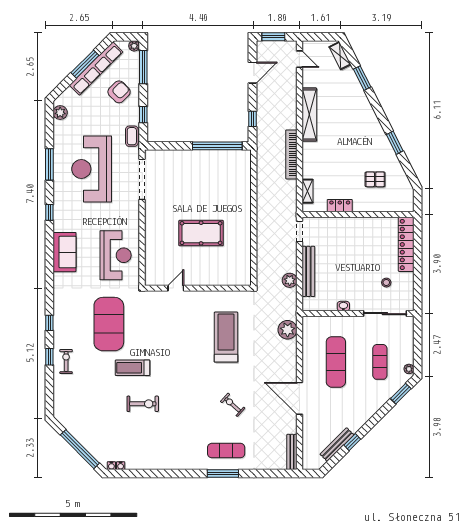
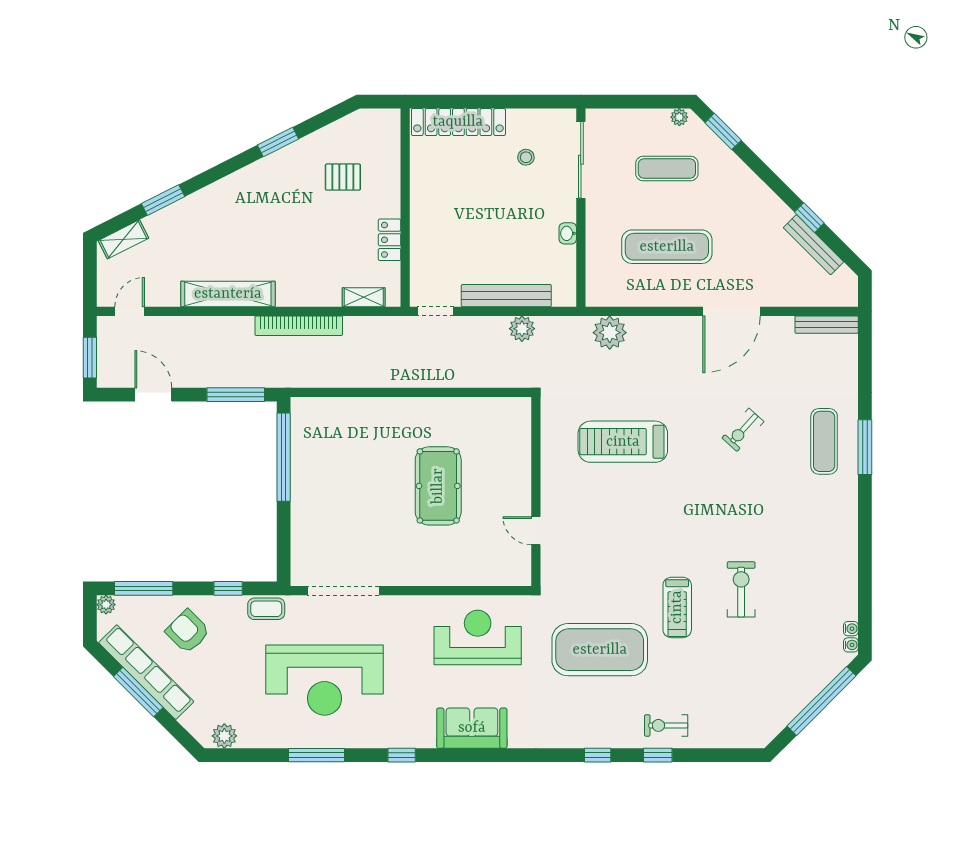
window: (253, 119) -> (236, 395), width x2.17
pallet: (375, 179) -> (343, 177), turned 90

